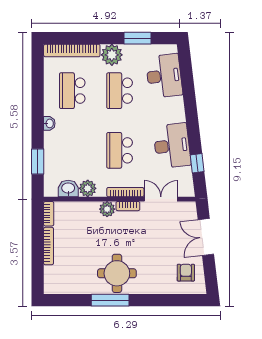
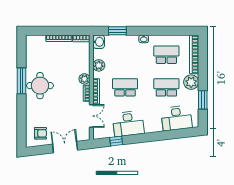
washbasin: (68, 188) -> (99, 42), moved

